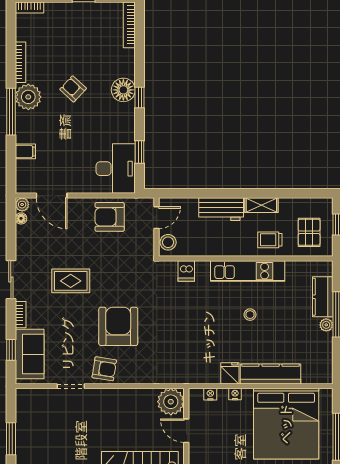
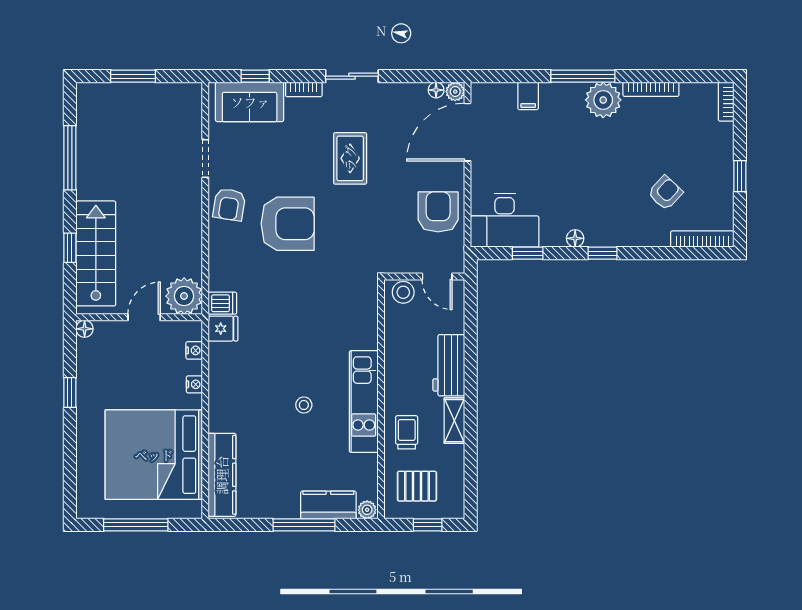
armchair: (73, 89) -> (665, 193), moved
floor lamp: (123, 90) -> (575, 238), moved, width x0.53, depth x0.53
door: (52, 196) -> (467, 132), width x1.36
dishwasher: (186, 271) -> (222, 303), moved, turned 180
plant: (326, 325) -> (367, 510), moved
fridge: (230, 373) -> (223, 329), moved
kitchen counter: (271, 374) -> (222, 475), moved

